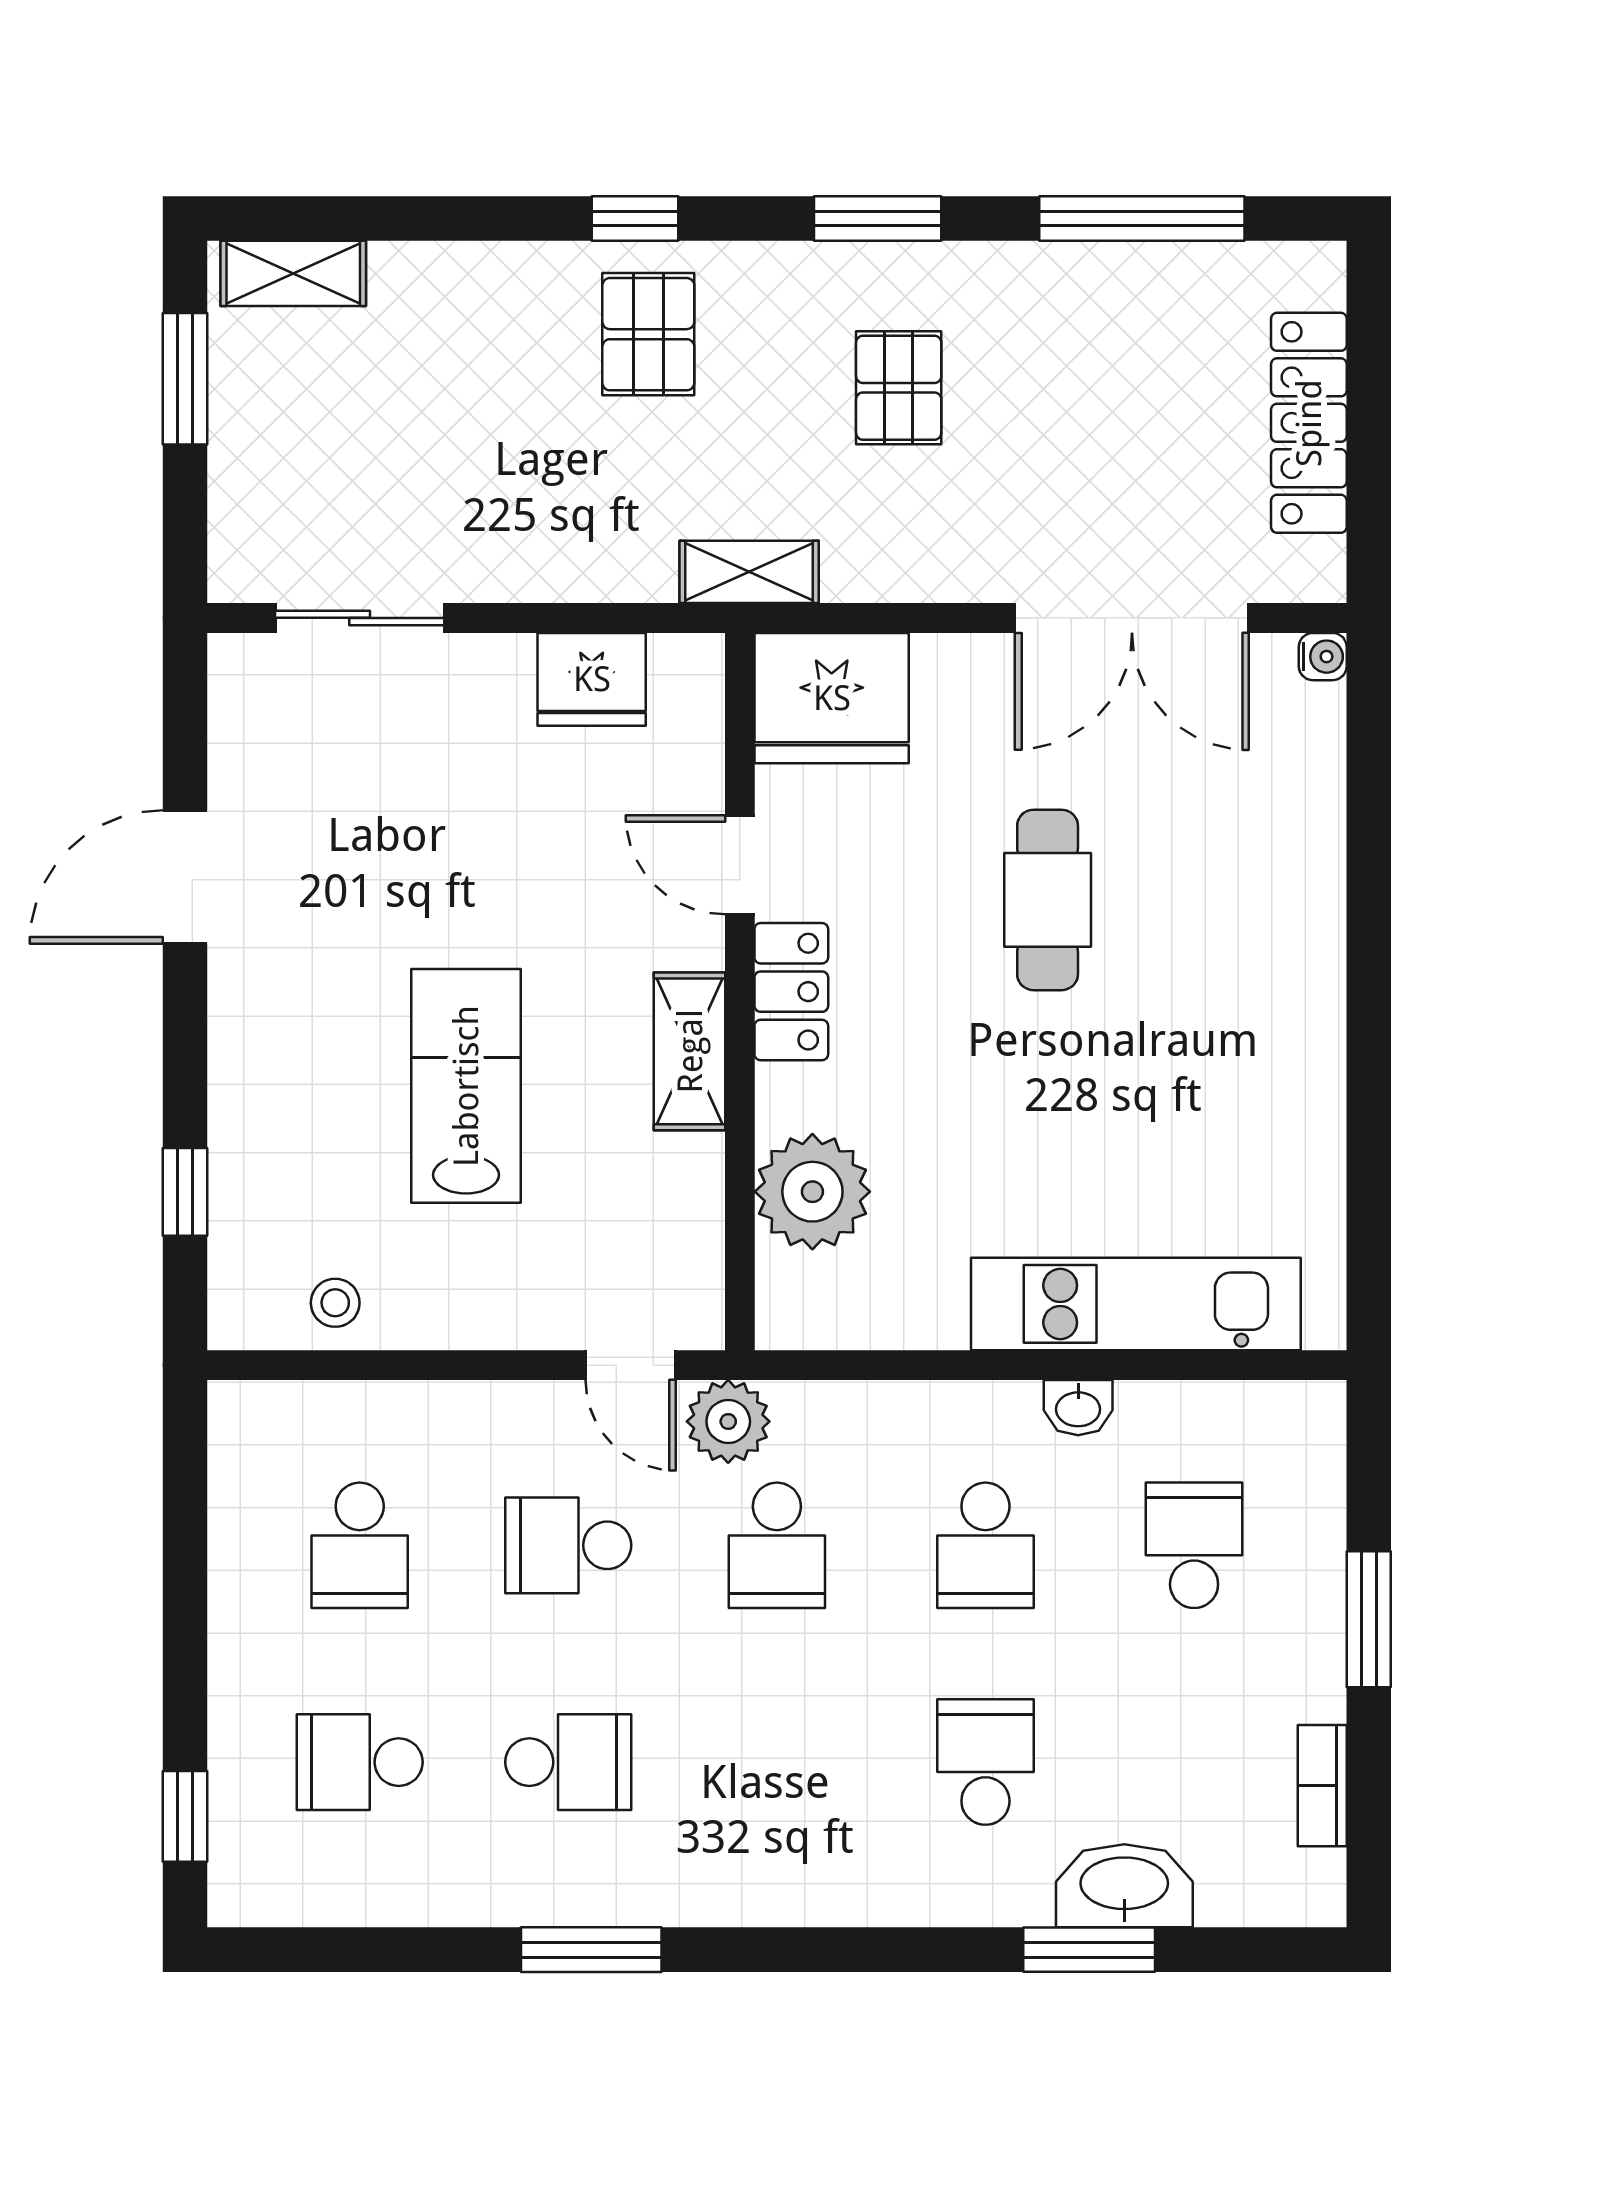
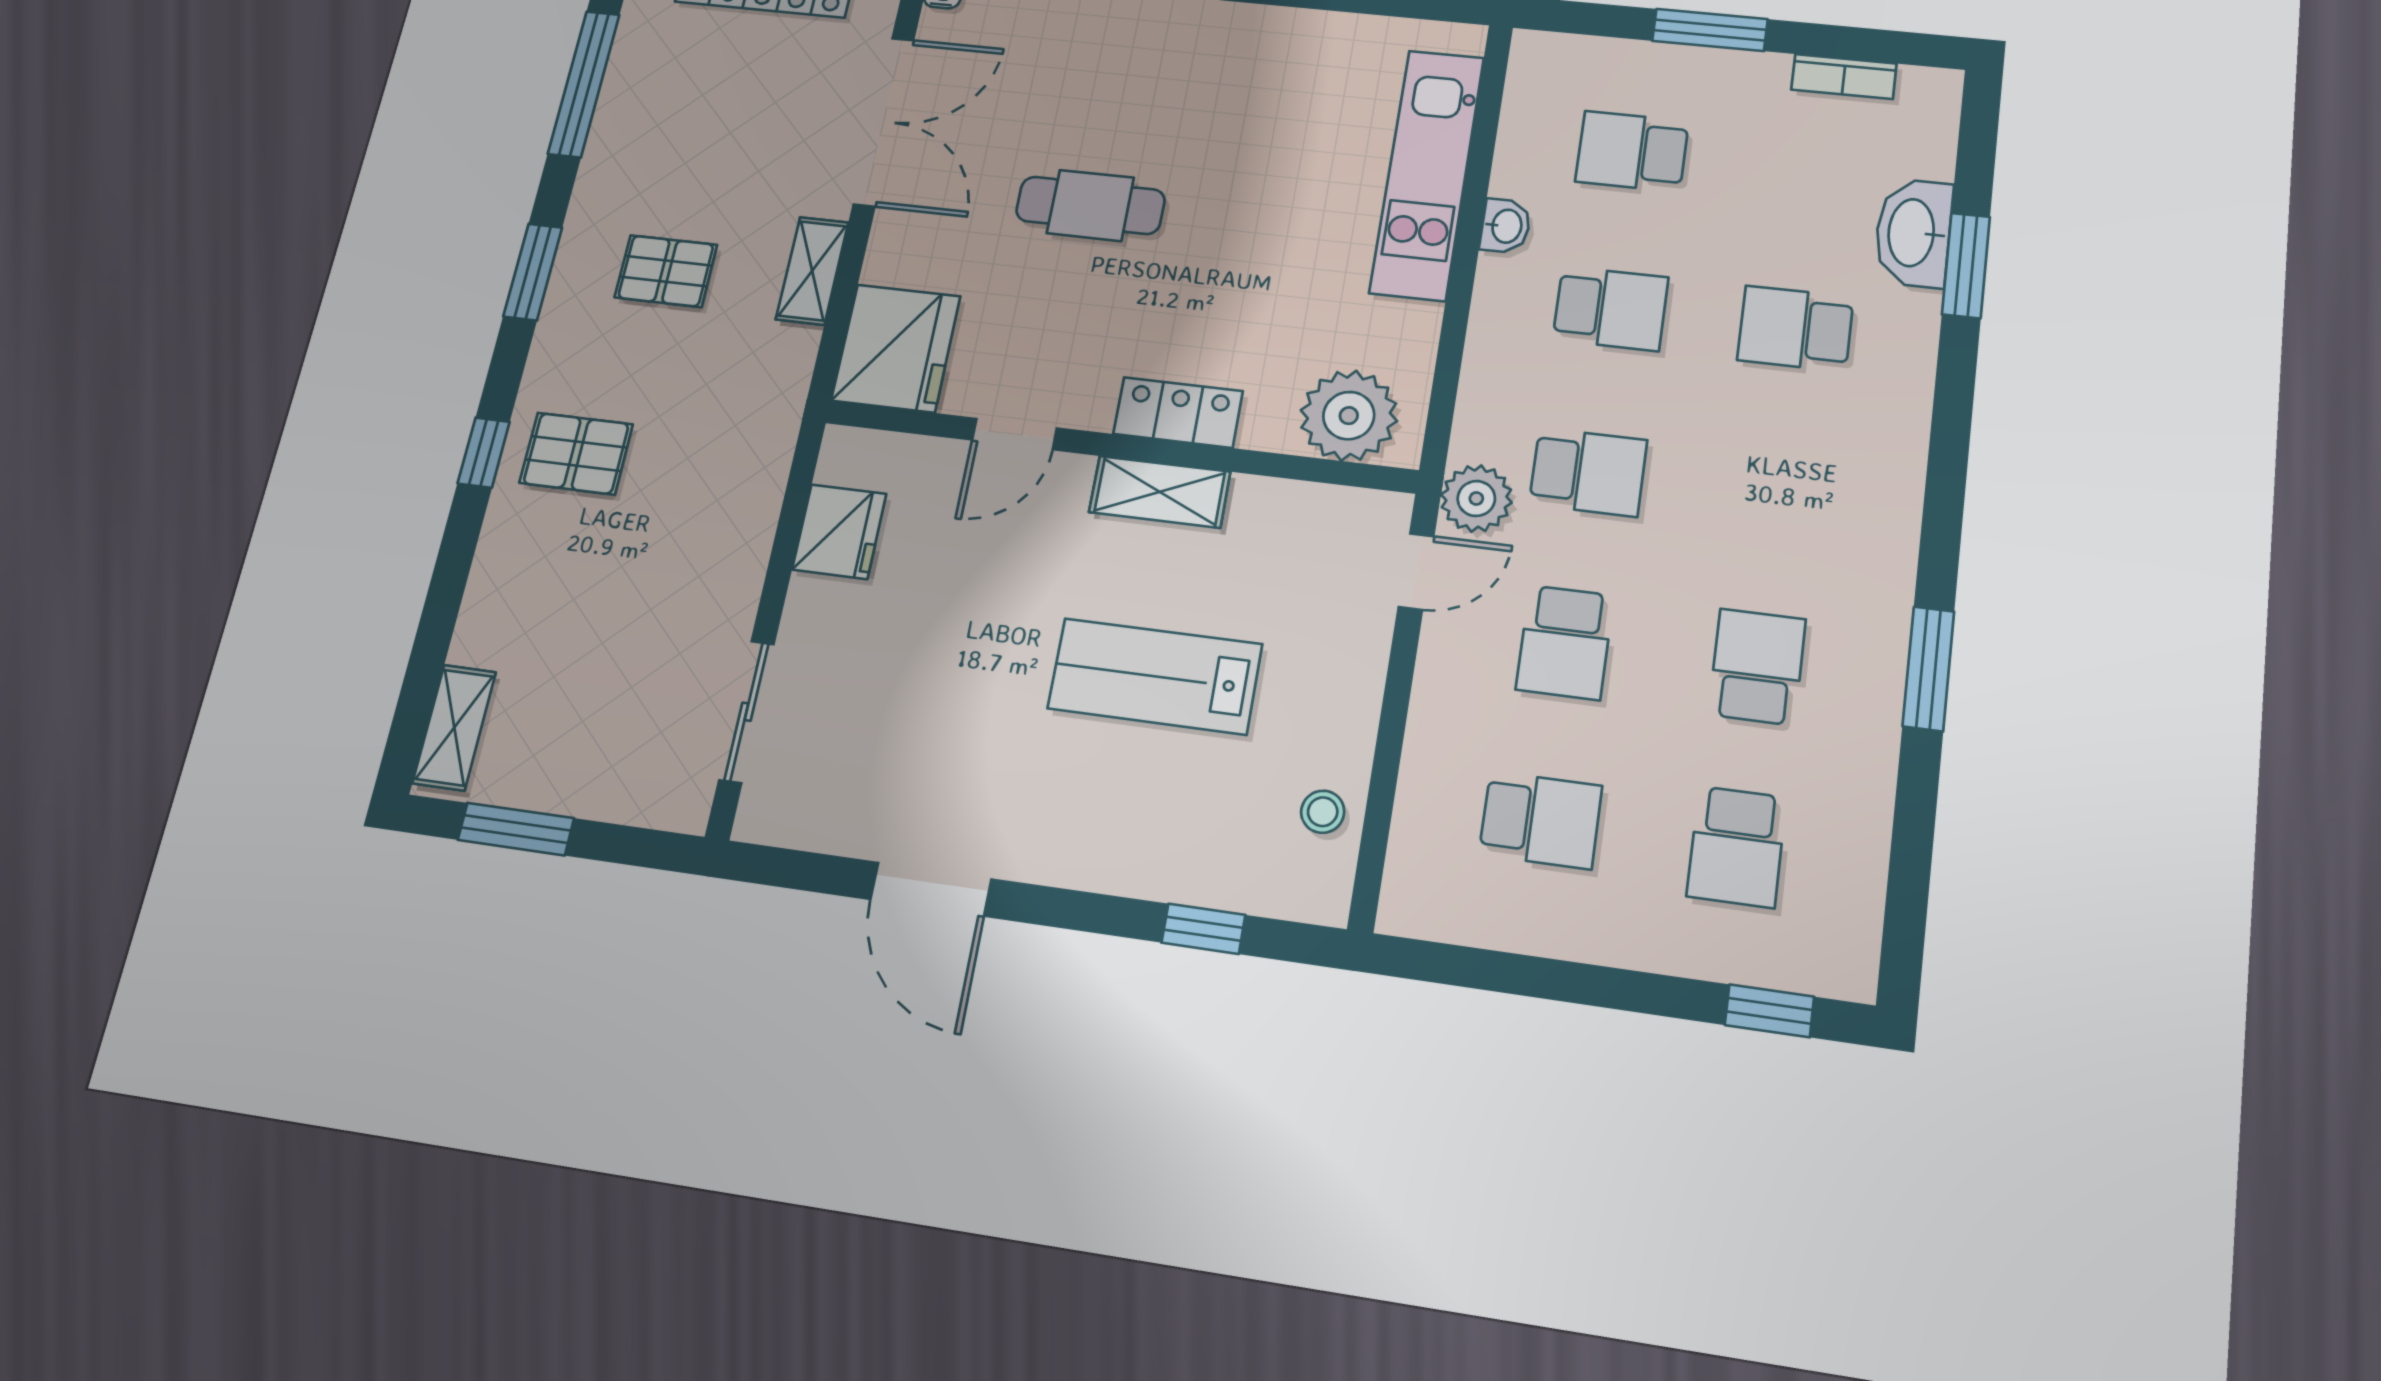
shelving: (749, 572) -> (812, 271), moved
locker: (791, 992) -> (1178, 413), moved
plant: (812, 1192) -> (1349, 416), moved

